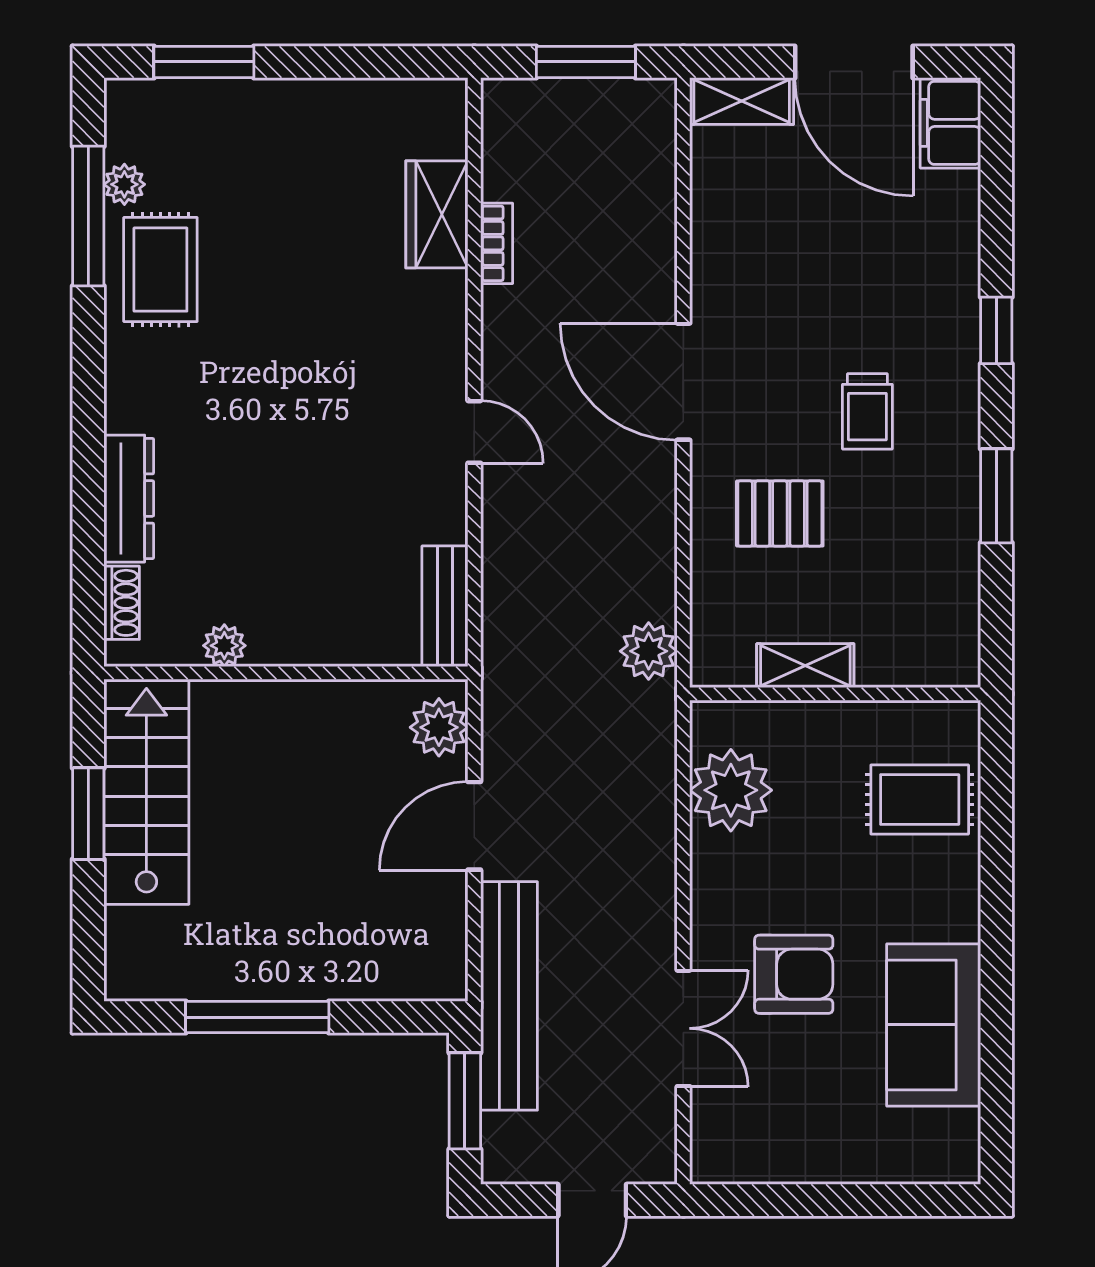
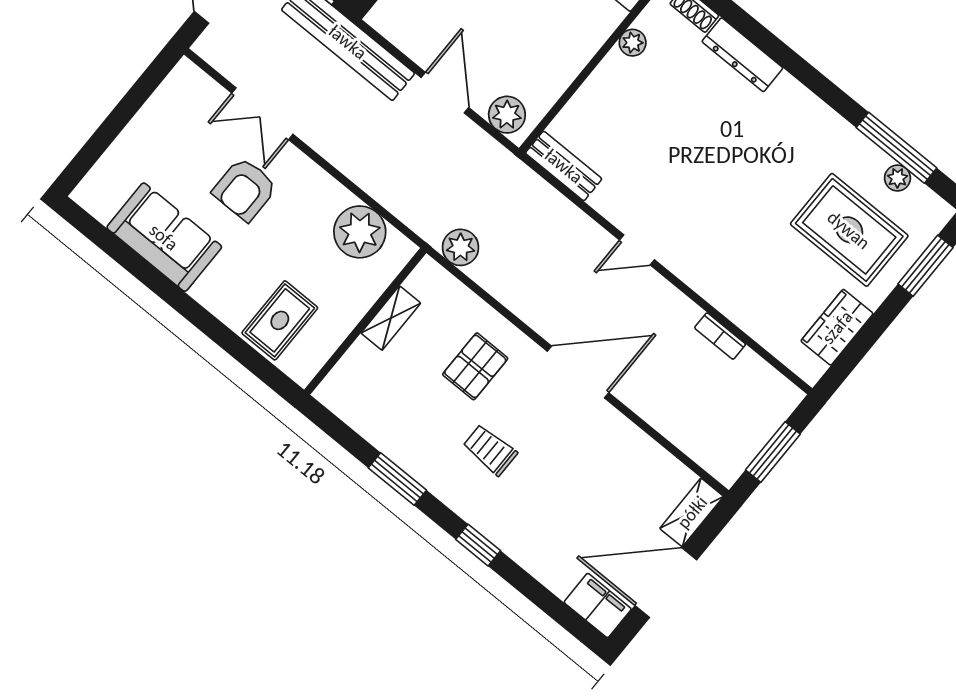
wardrobe: (437, 214) -> (837, 327), moved, turned -90
rug: (160, 270) -> (849, 230), moved, width x1.36, depth x1.43

